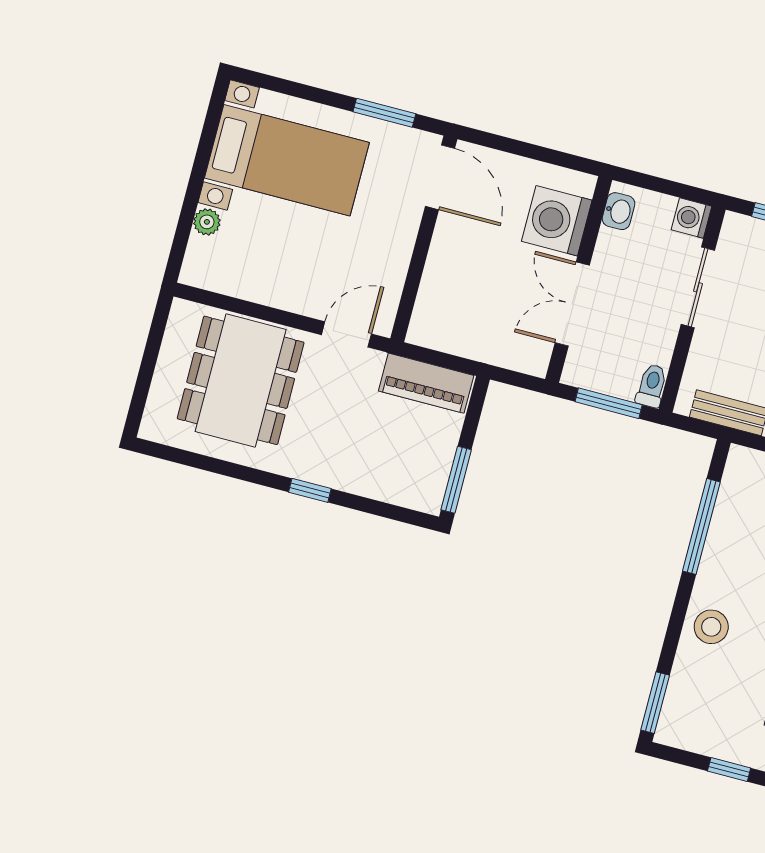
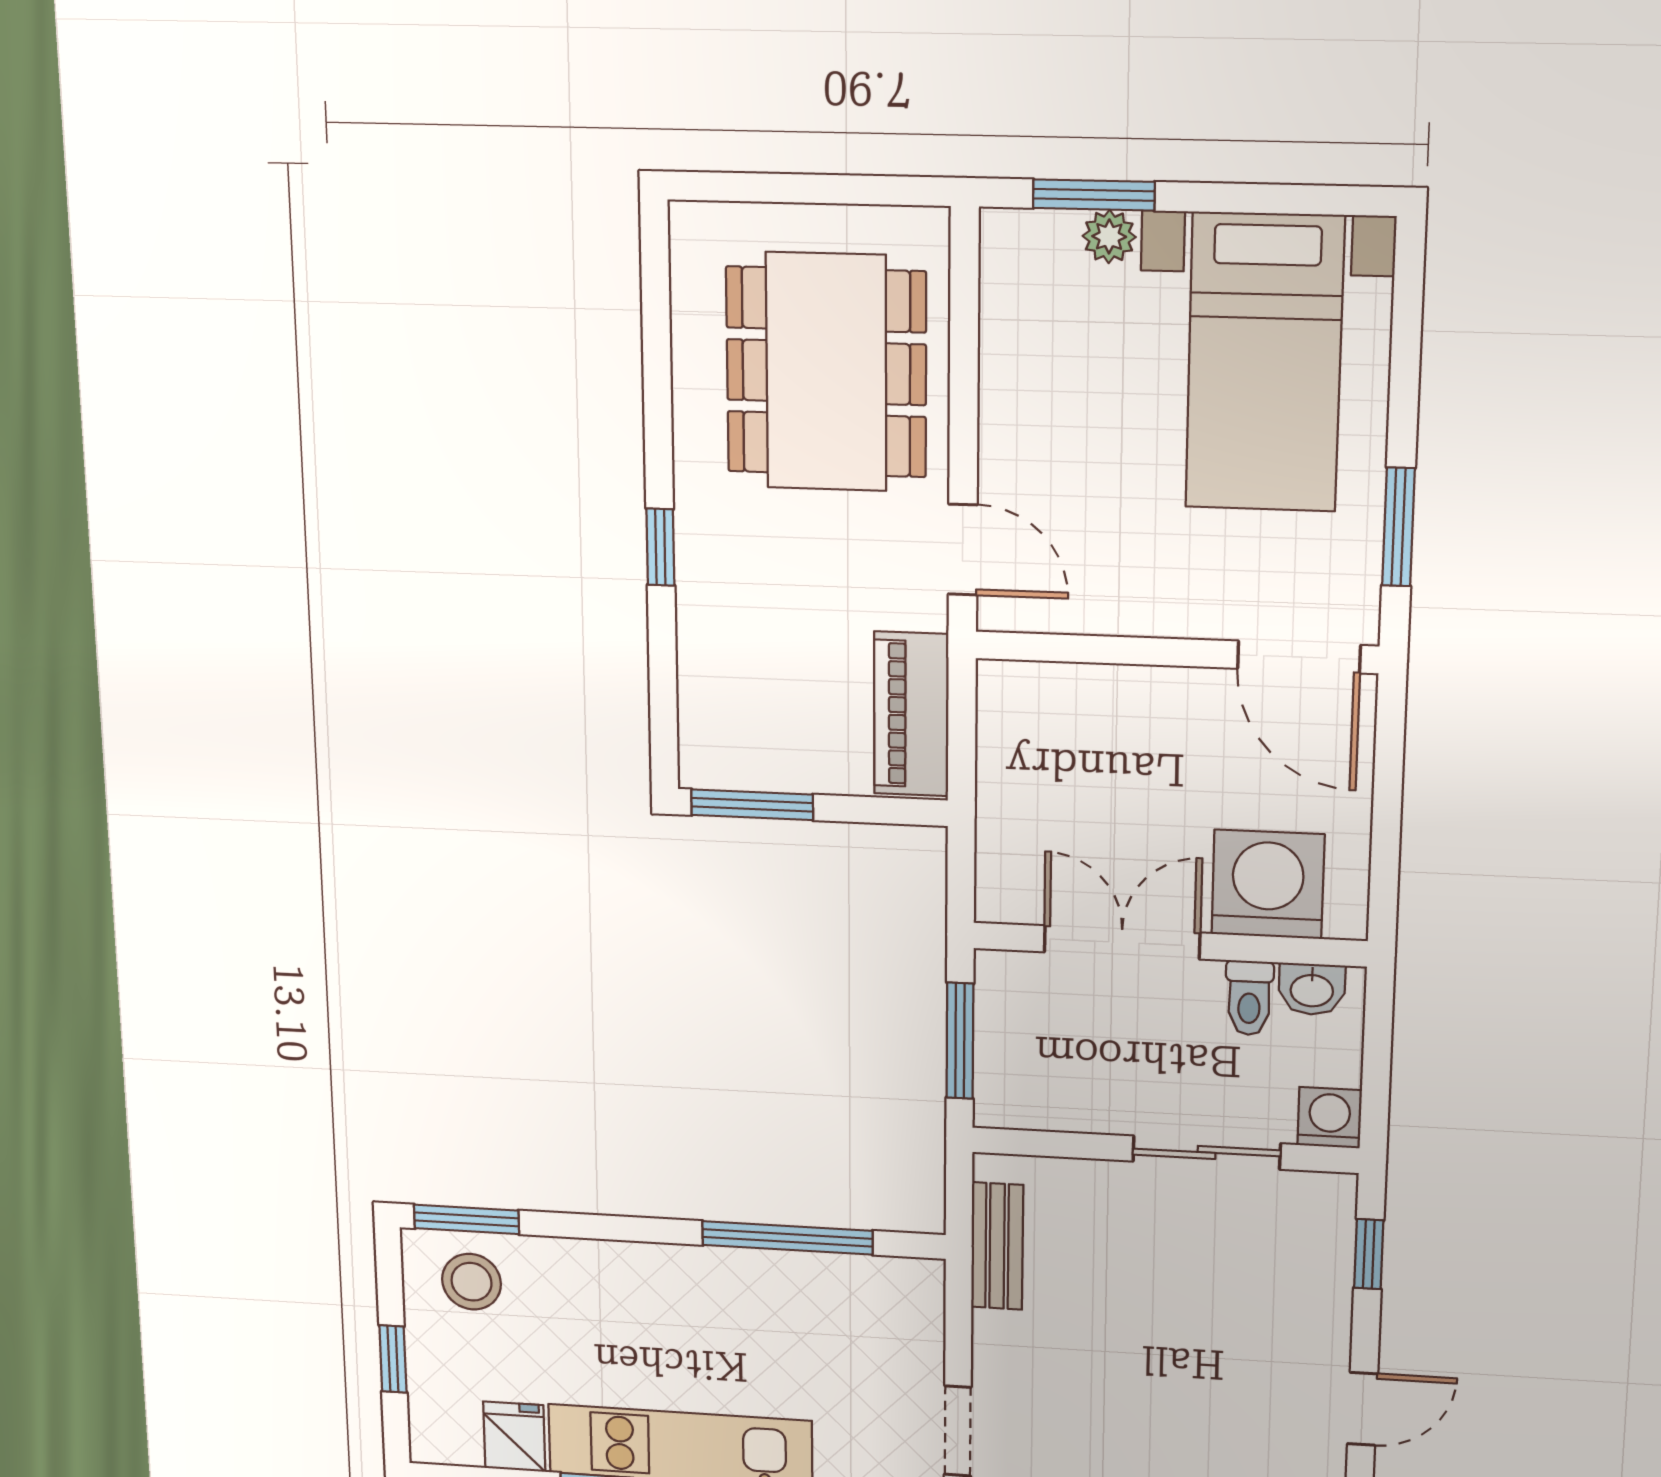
door: (440, 177) -> (1299, 657), hinge flipped
window: (185, 224) -> (1094, 195), added
dining table: (241, 380) -> (826, 372), turned 90
toilet: (652, 386) -> (1249, 998), moved, turned 90
stool: (711, 627) -> (472, 1282), moved

